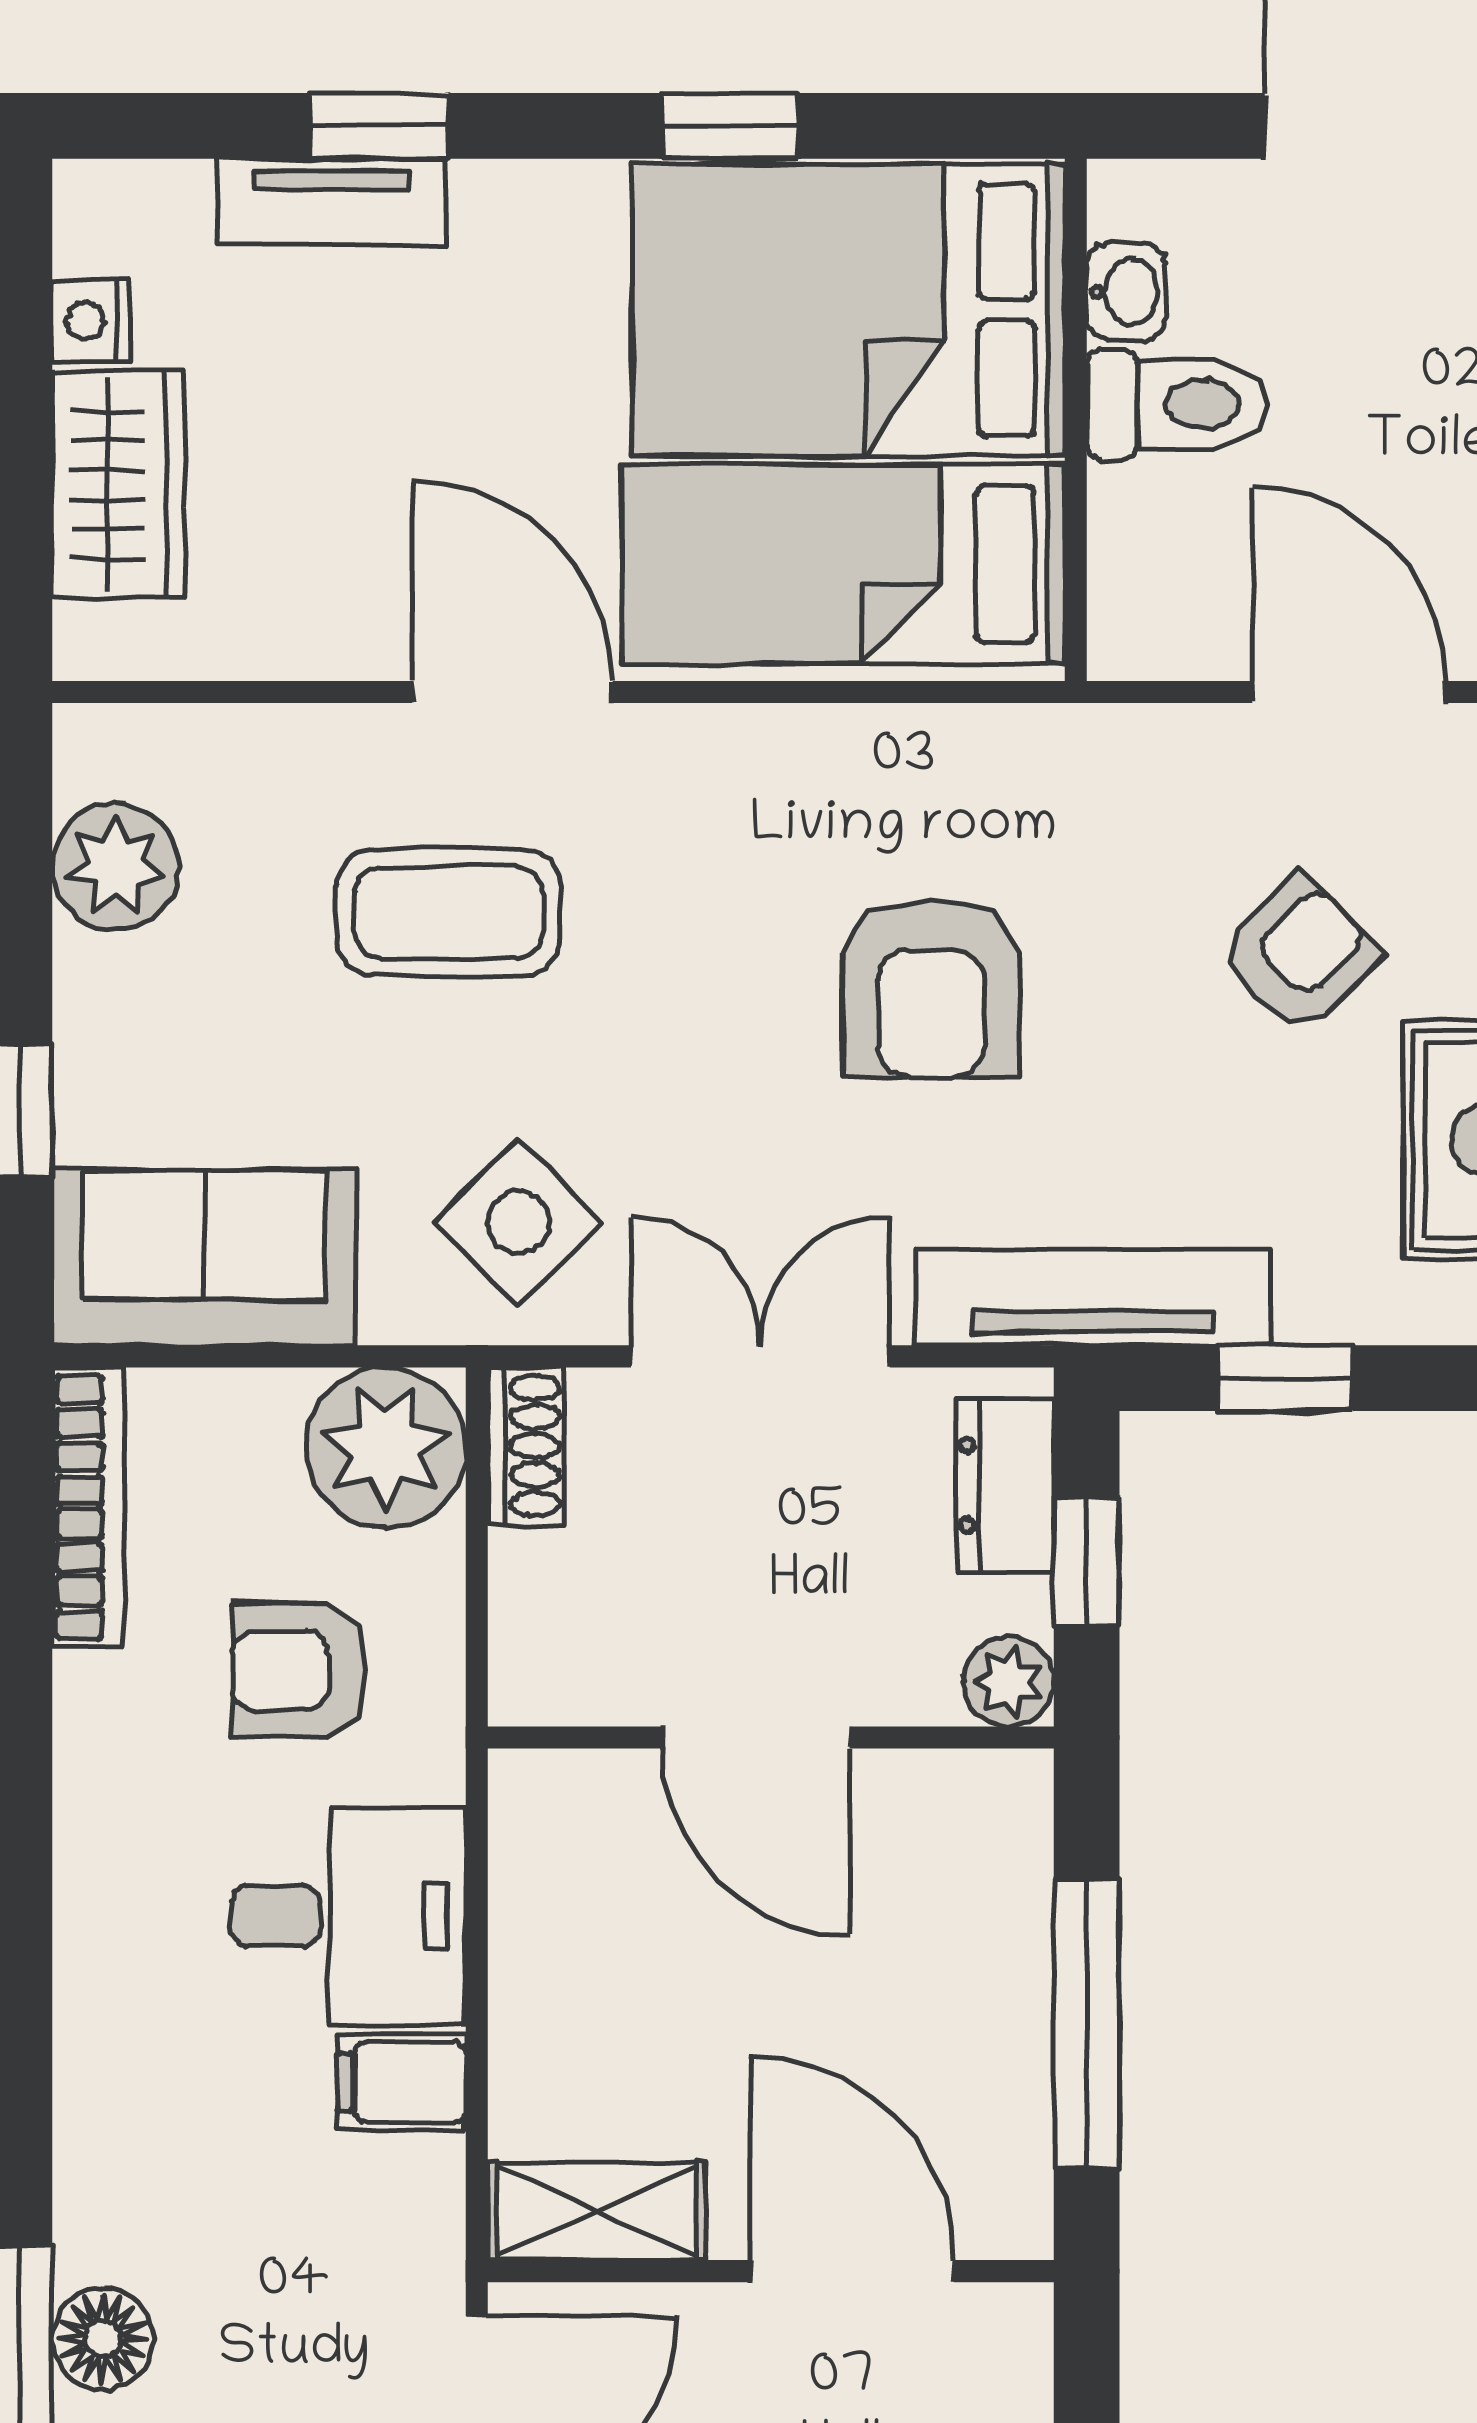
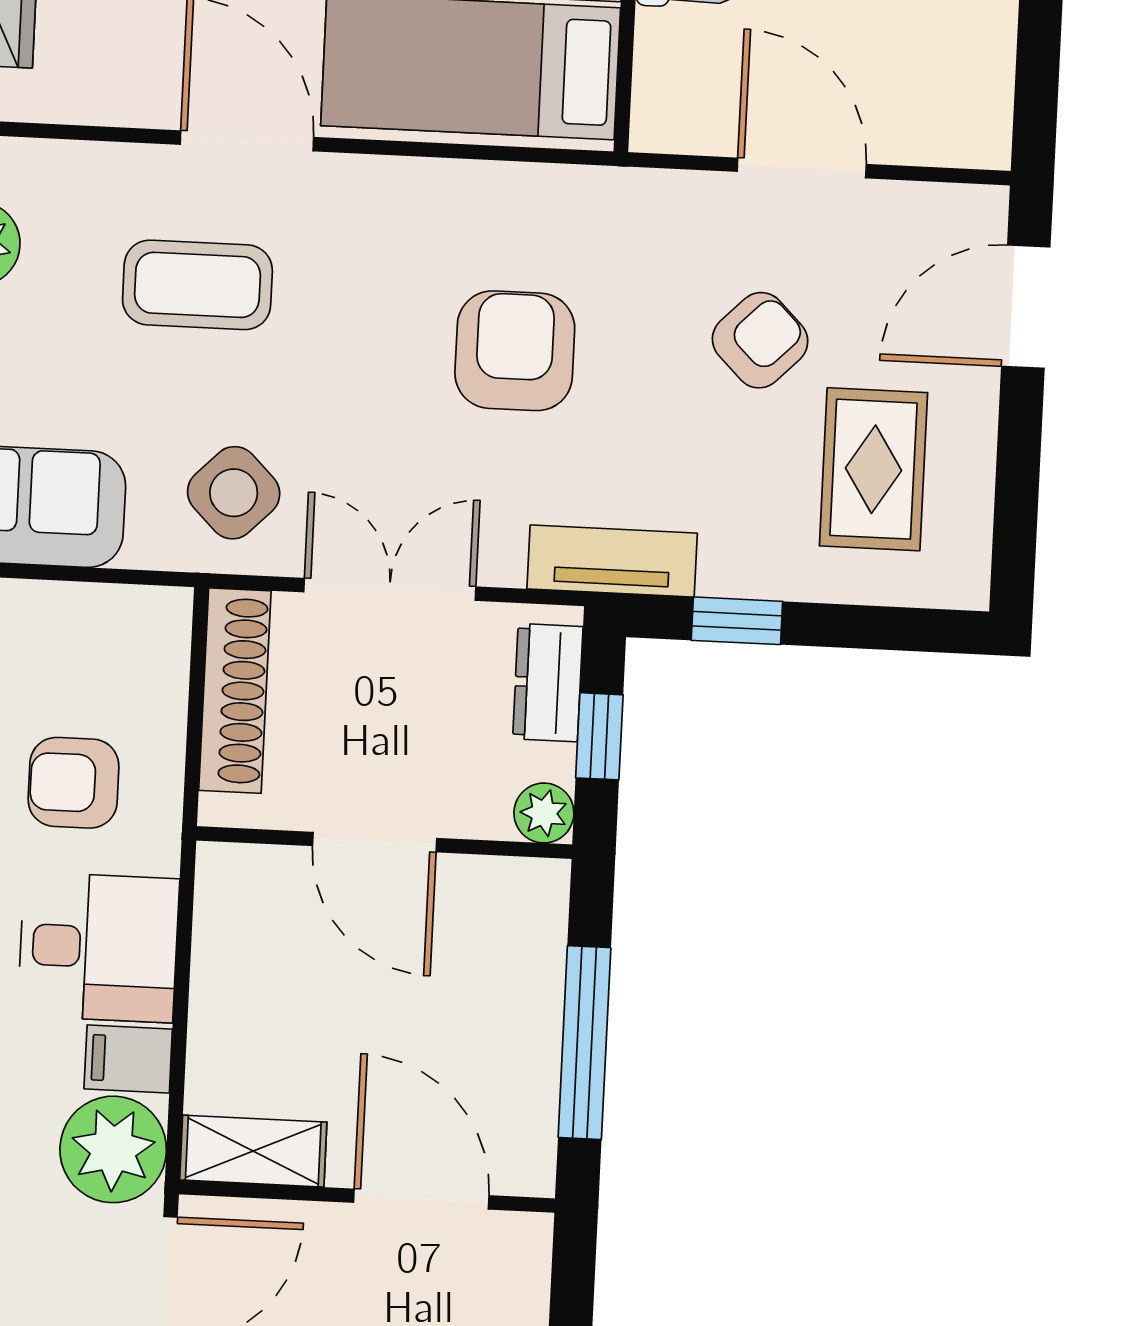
armchair: (931, 988) -> (515, 351), turned 180
tv unit: (1093, 1297) -> (612, 561), width x0.71
shoe rack: (526, 1446) -> (235, 691), width x1.94, depth x1.24
plant: (386, 1448) -> (113, 1149), moved

